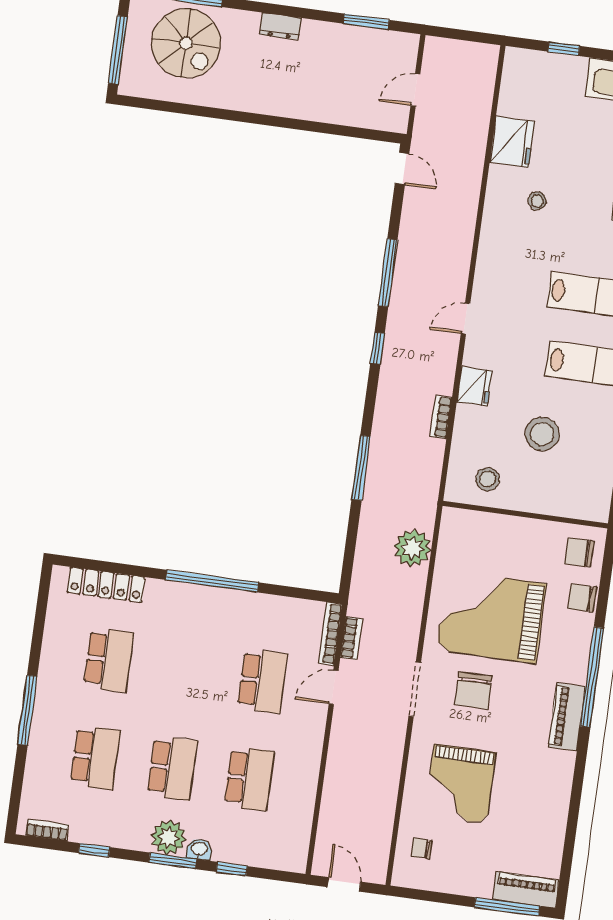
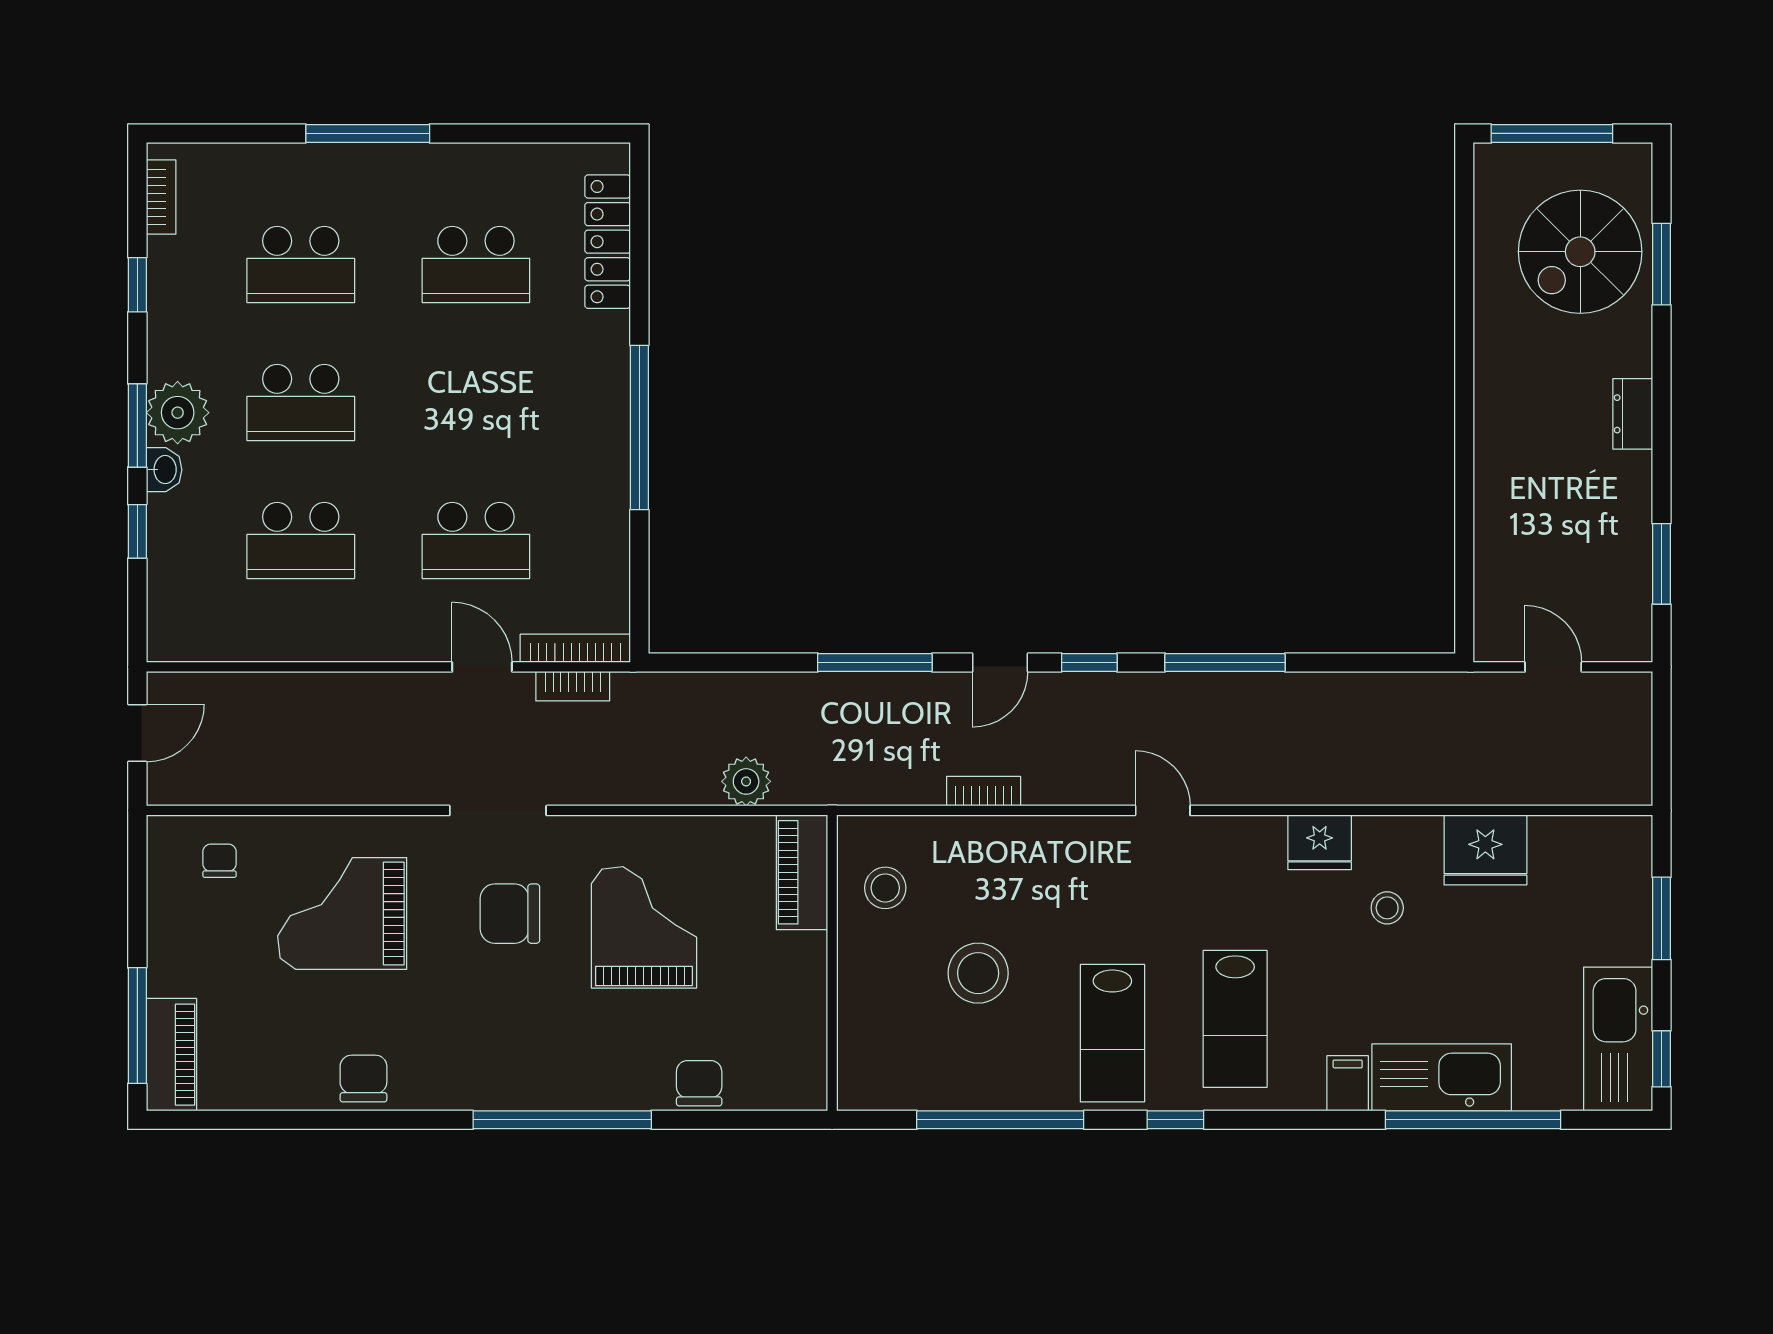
window: (564, 49) -> (1661, 918), width x1.50
door: (402, 169) -> (1000, 662), moved
fridge: (474, 386) -> (1320, 842), moved
plant: (413, 548) -> (746, 781), width x0.73, depth x0.73
chair: (579, 552) -> (363, 1079), moved
grand piano: (491, 617) -> (644, 927), width x0.73, depth x0.68
piano: (567, 717) -> (802, 872), moved, turned -90

